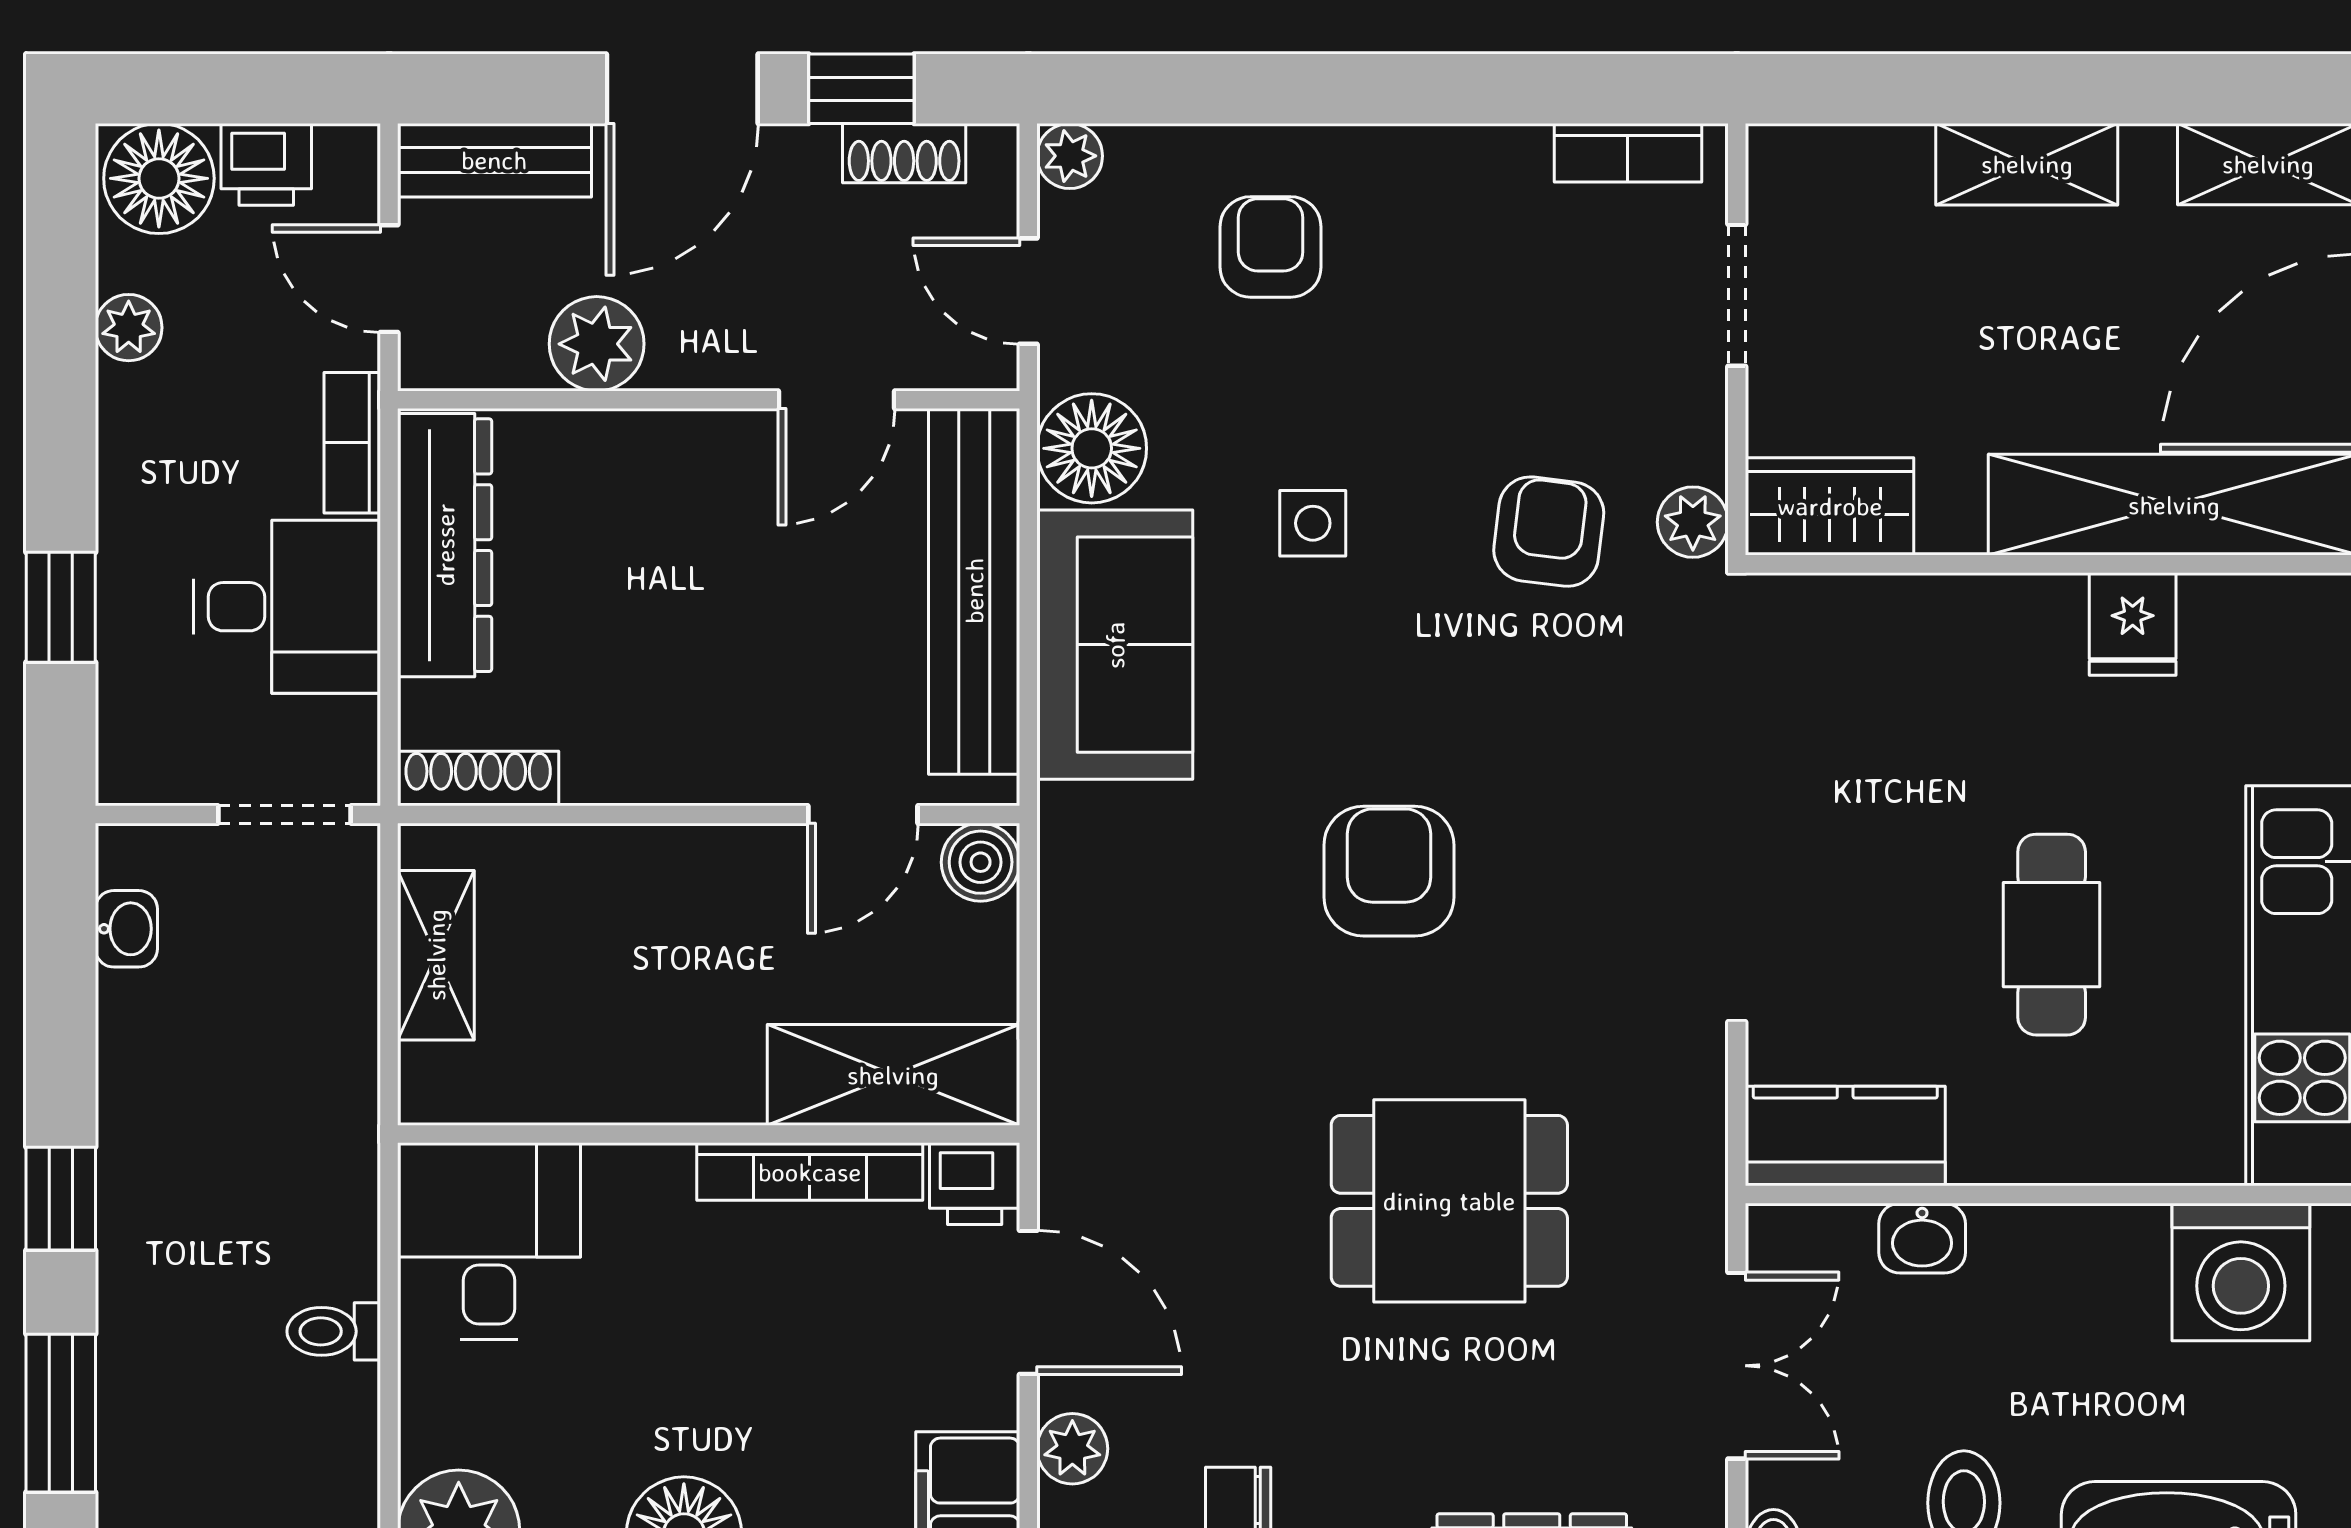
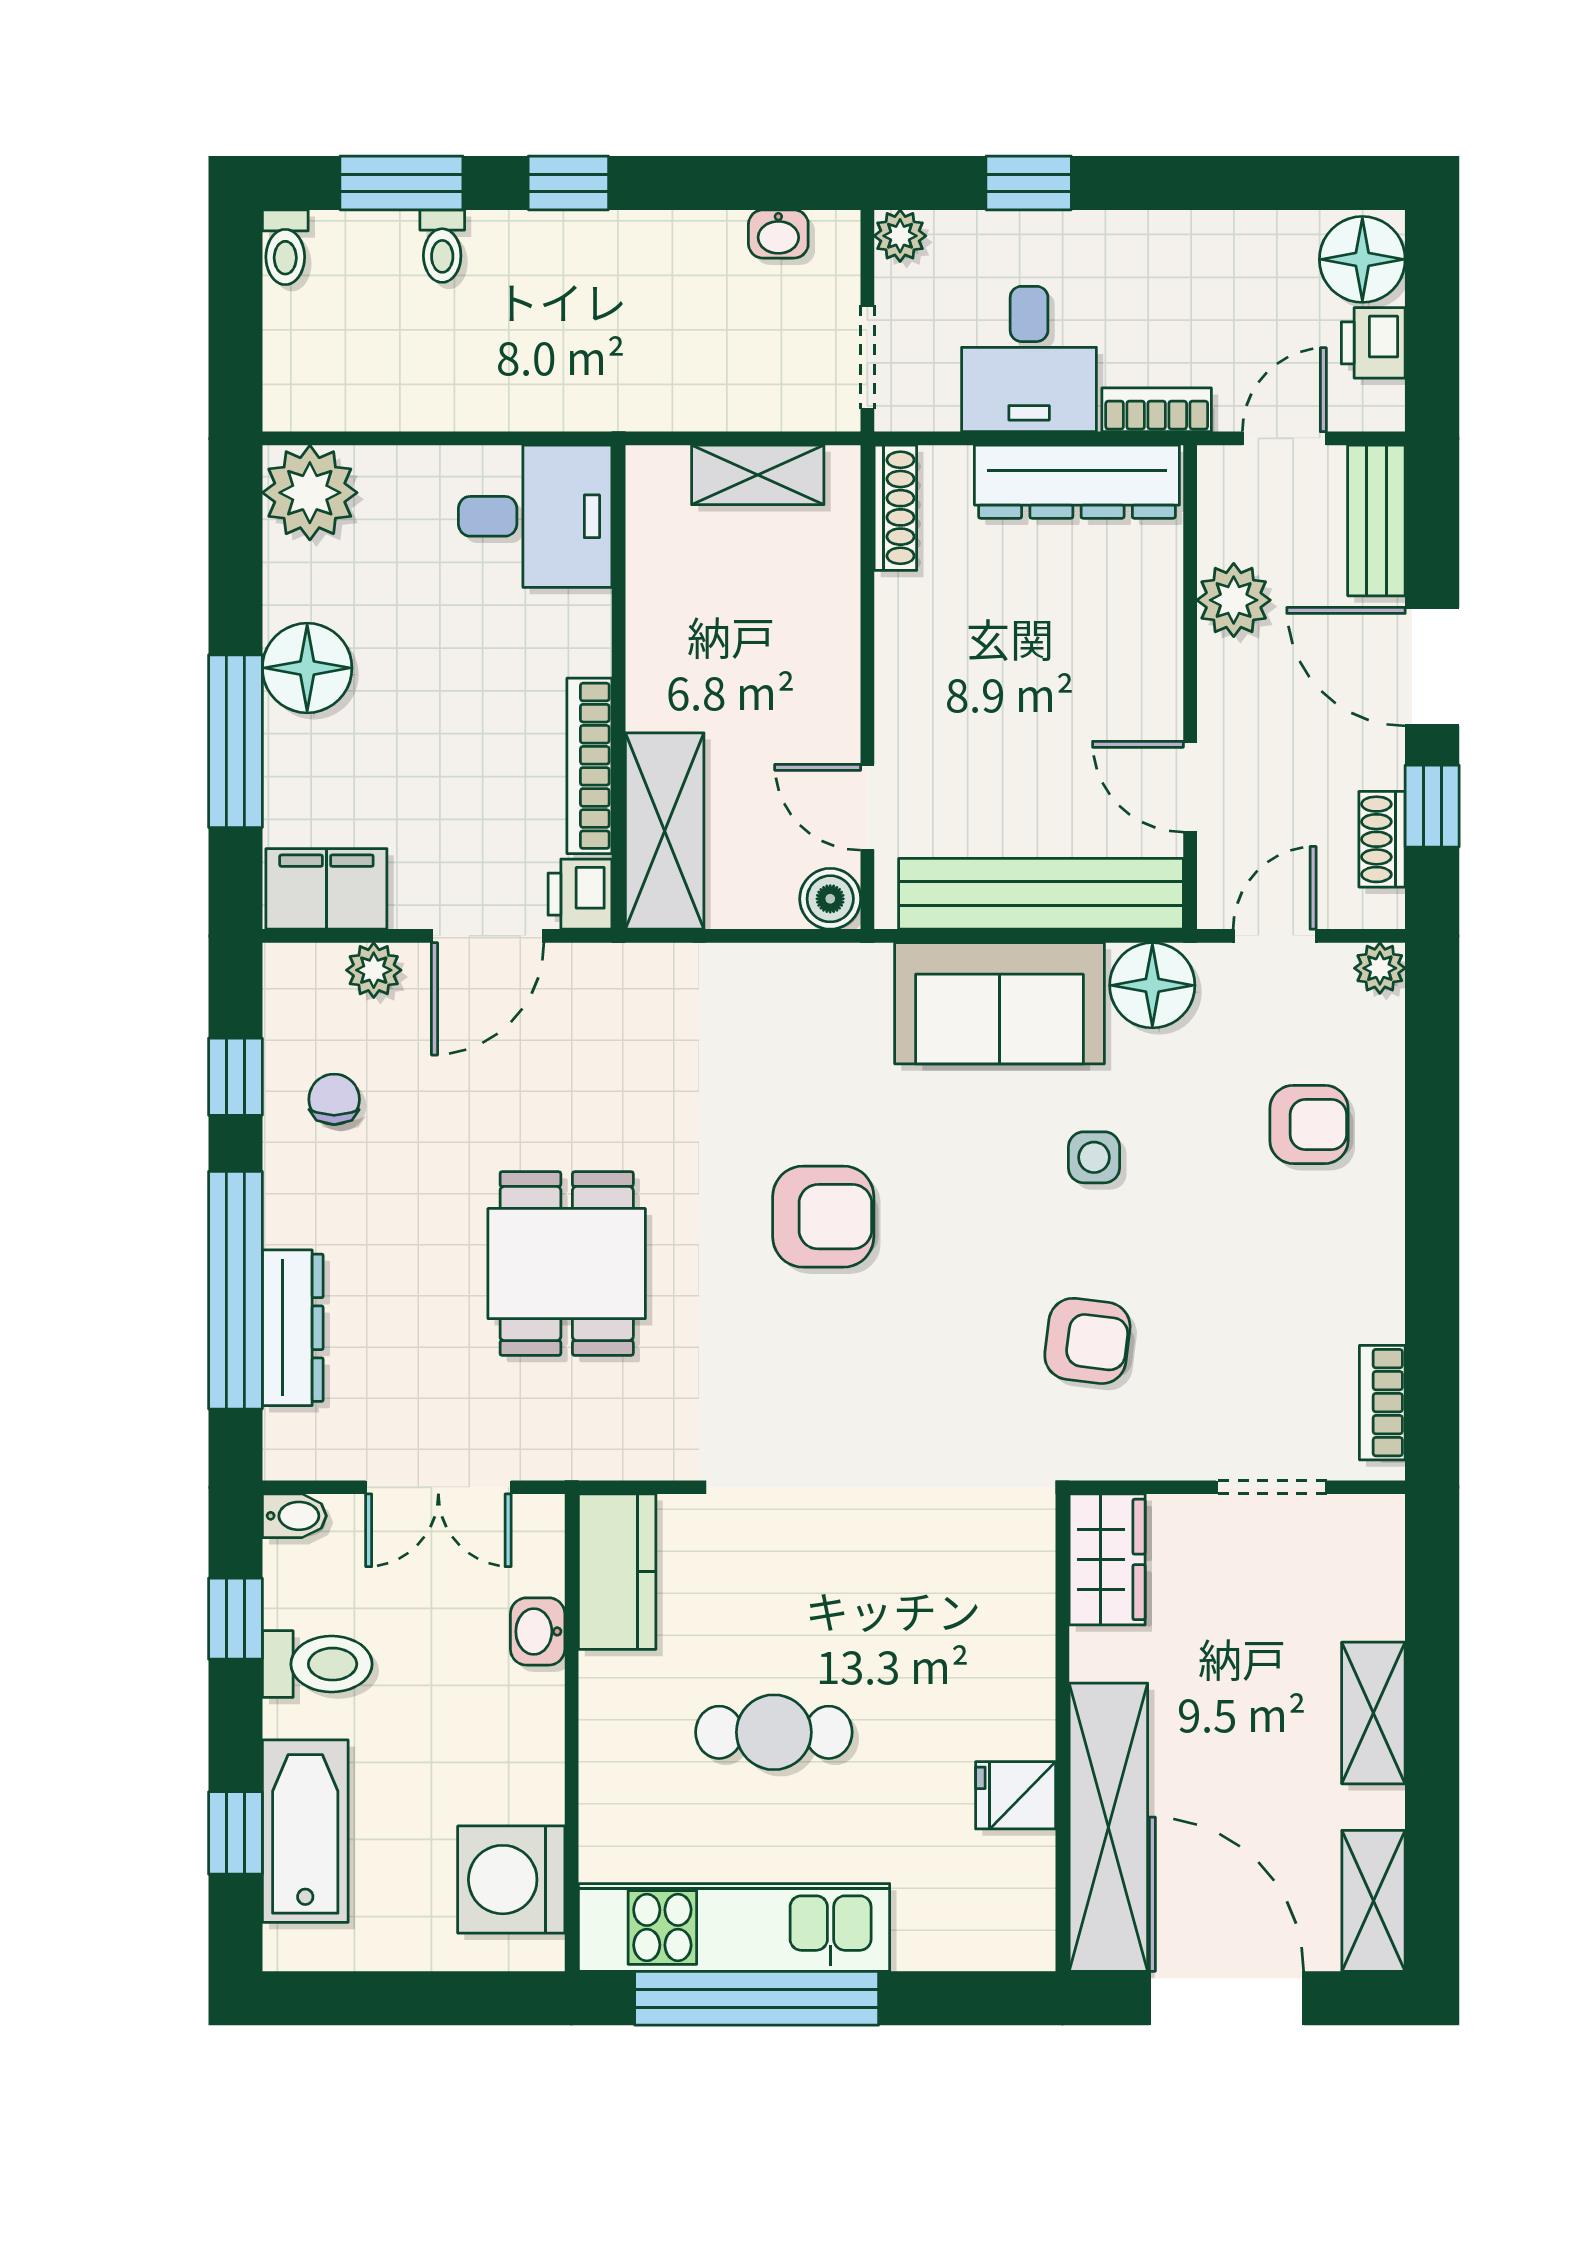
plant: (129, 328) -> (900, 236), moved
plant: (1693, 522) -> (1095, 1453), removed
toilet: (334, 1331) -> (442, 246), moved, turned 180

